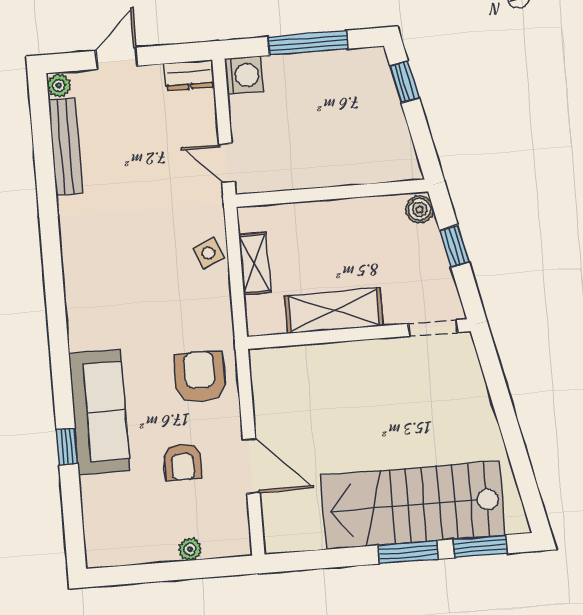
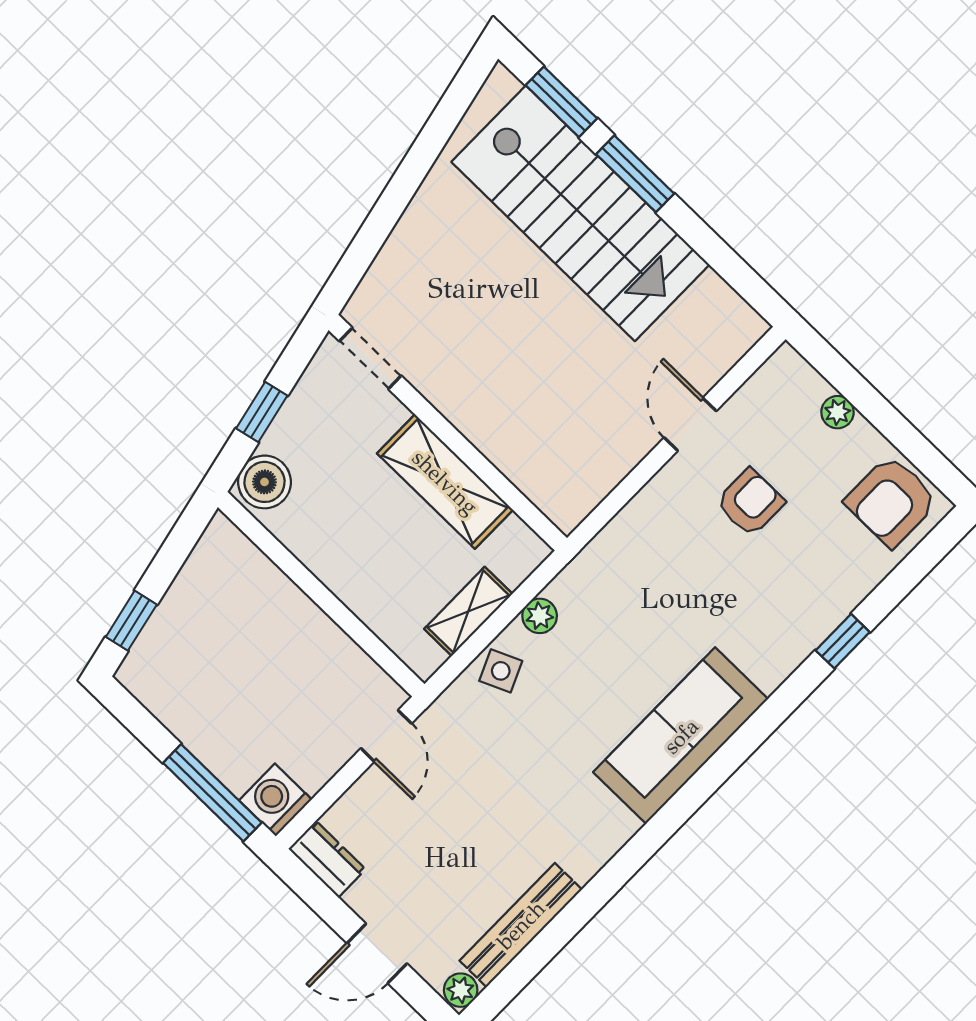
window: (308, 43) -> (212, 793), moved
boiler: (420, 209) -> (264, 482), width x1.36, depth x1.36
plant: (220, 299) -> (540, 616), added
armchair: (200, 377) -> (891, 501), moved
sofa: (99, 412) -> (681, 736), moved
door: (251, 466) -> (690, 424), width x0.73

